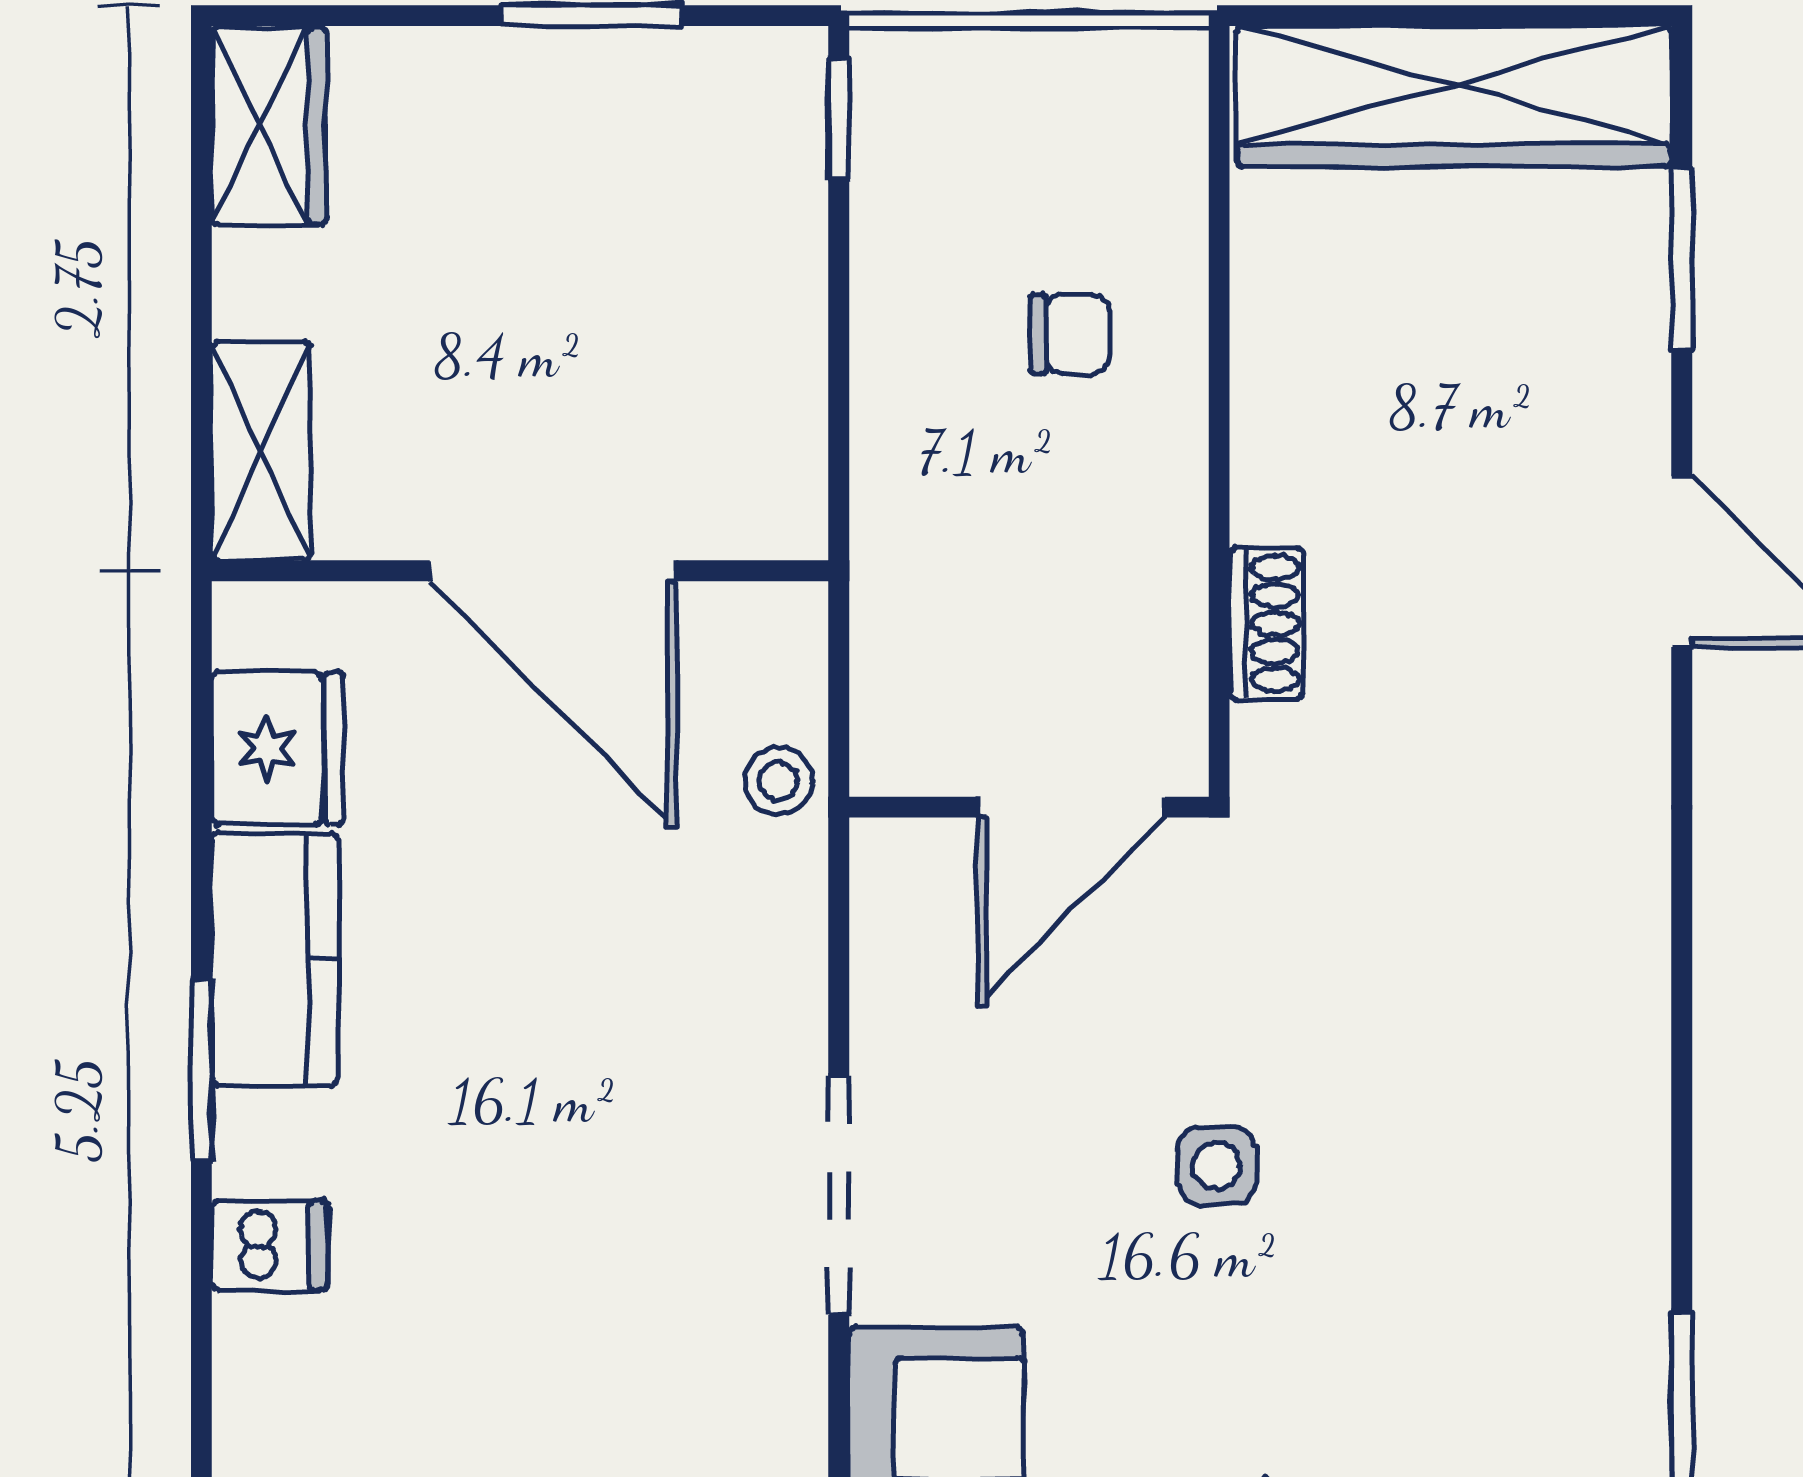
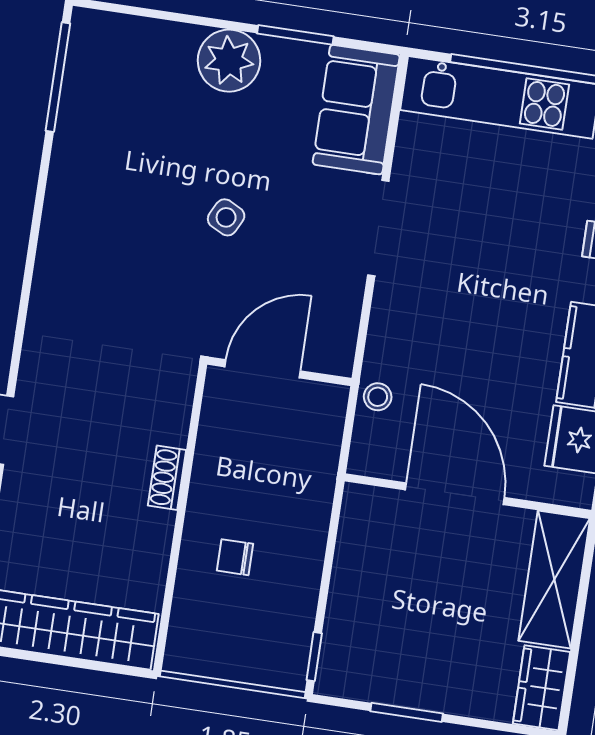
shelving: (261, 451) -> (554, 579), width x1.50, depth x1.33
shoe rack: (1266, 624) -> (167, 478), moved
side table: (1217, 1166) -> (226, 217), turned 30

